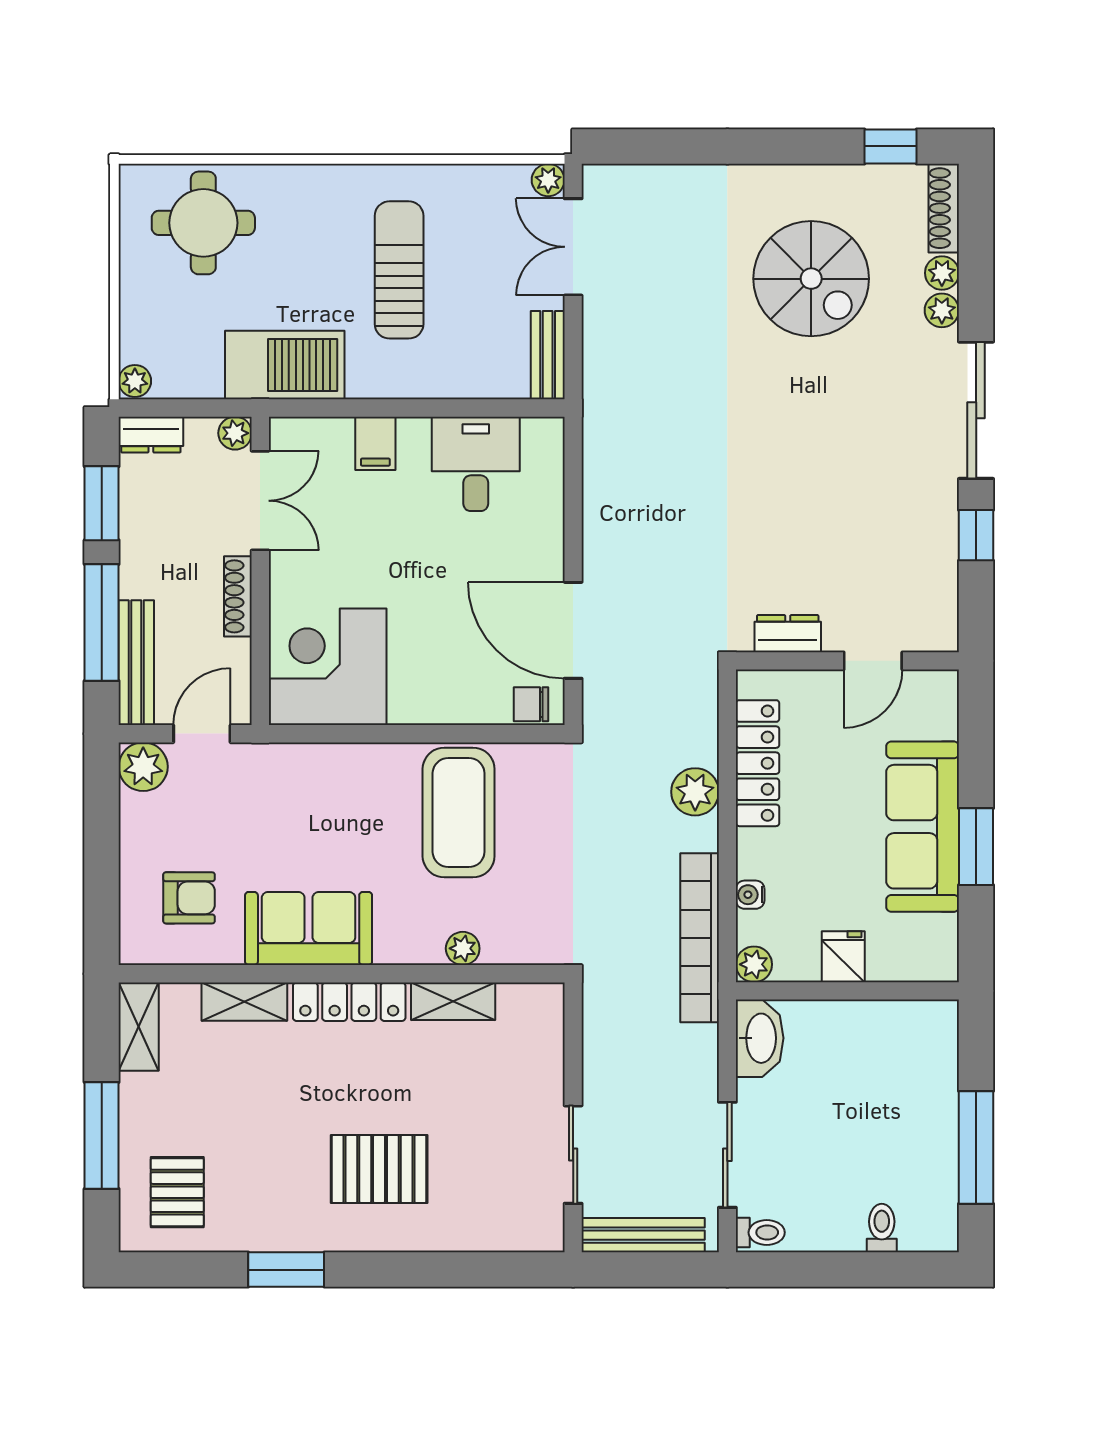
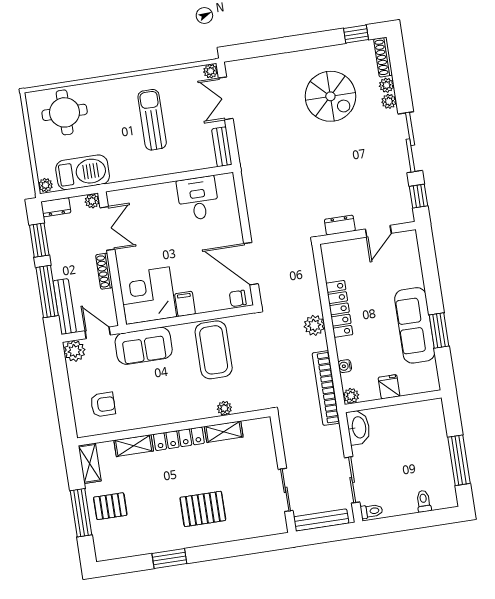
barbecue: (285, 365) -> (83, 172), moved
filing cabinet: (375, 443) -> (185, 304), moved, turned 180
dresser: (788, 634) -> (340, 225), moved
wall: (847, 661) -> (367, 233), moved
door: (873, 661) -> (378, 231), moved
door: (202, 734) -> (98, 333), hinge flipped
sofa: (309, 928) -> (144, 346), moved, turned 180
pallet: (177, 1192) -> (110, 506), moved, turned 90

